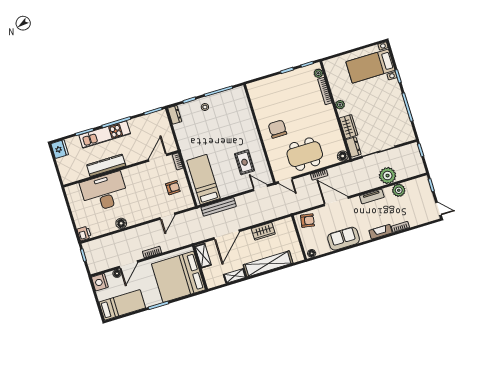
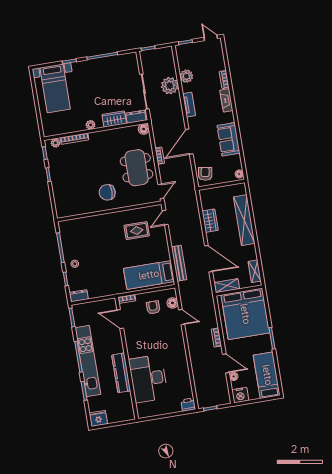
kitchen unit: (105, 135) -> (88, 361), width x1.36
door: (438, 209) -> (211, 38), hinge flipped
floor lamp: (121, 223) -> (172, 303), moved
shelving: (235, 276) -> (255, 271), moved

